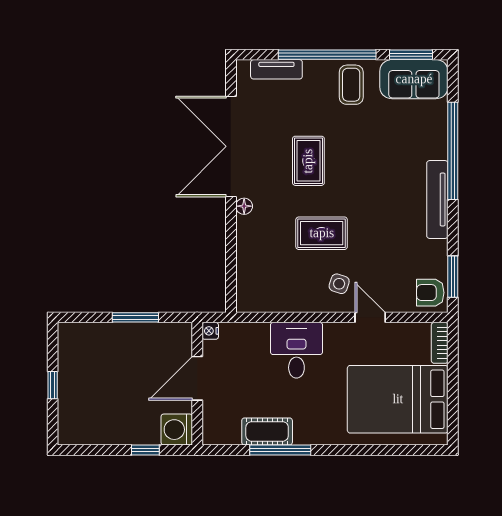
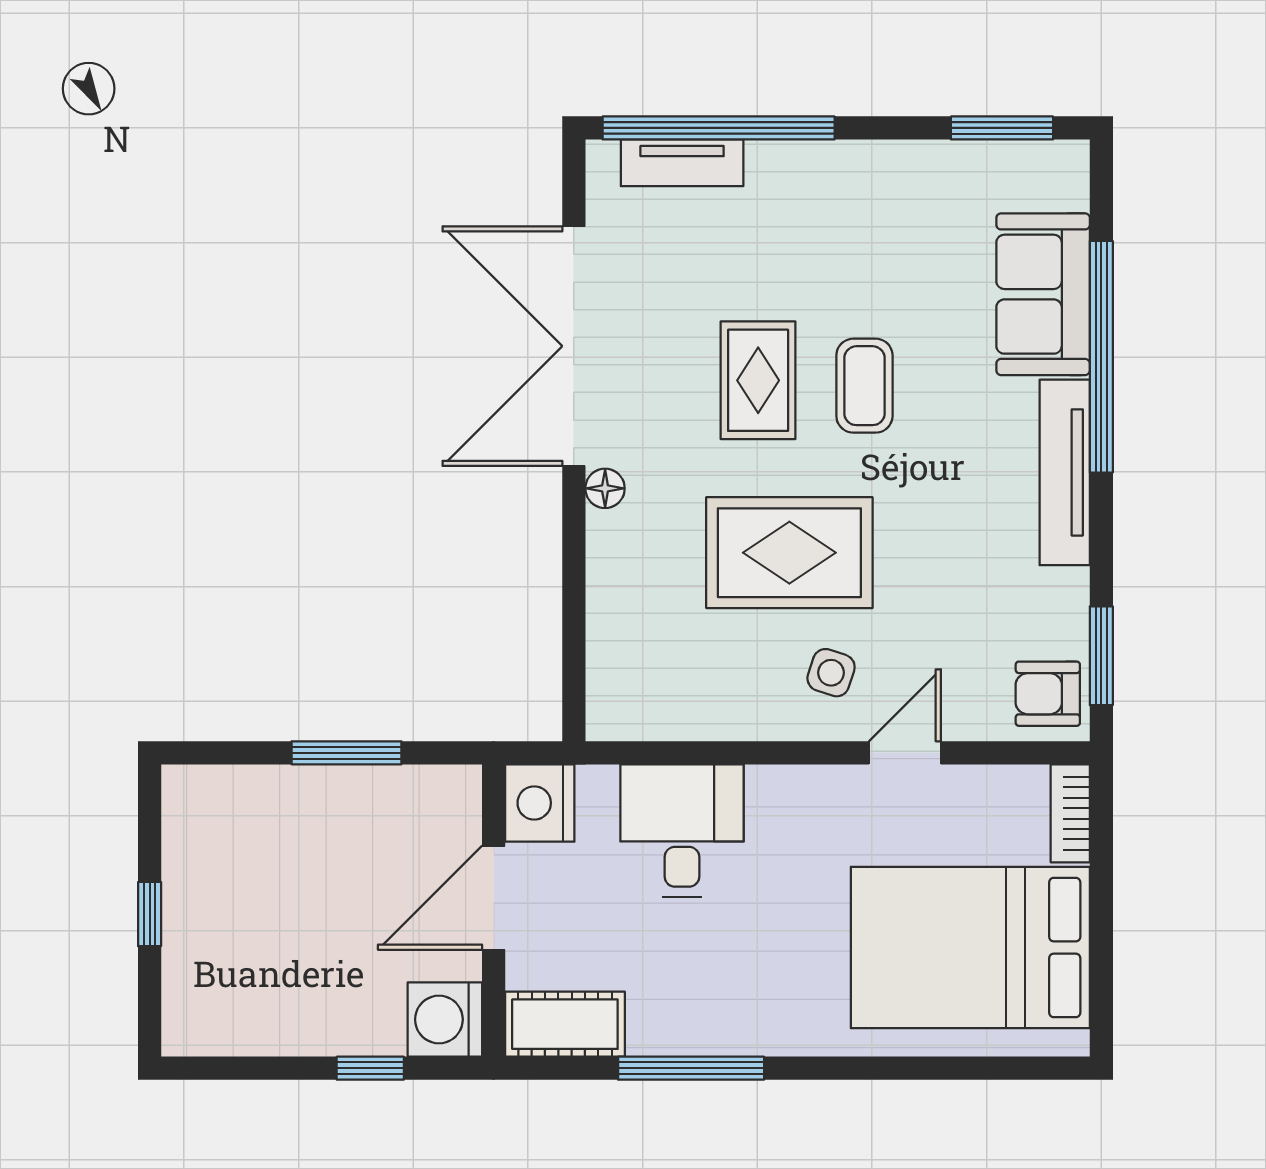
window: (327, 55) -> (719, 128), moved
sofa: (414, 79) -> (1043, 294), moved, turned 90
coffee table: (351, 85) -> (864, 386), moved
rug: (322, 233) -> (789, 553), width x1.36, depth x1.43
door: (370, 317) -> (905, 753), hinge flipped
nightstand: (210, 331) -> (540, 803), width x1.89, depth x1.79
desk: (296, 350) -> (682, 831), moved
cot: (267, 431) -> (565, 1024), moved

